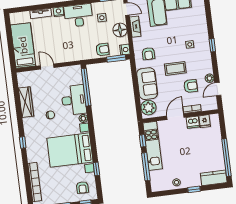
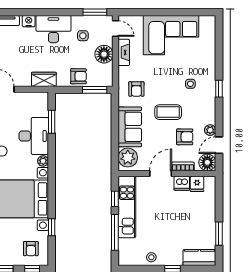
nightstand: (125, 50) -> (107, 80), removed
wardrobe: (76, 55) -> (44, 79), added
window: (86, 87) -> (52, 122), width x0.47
floor lamp: (210, 104) -> (207, 162), added
window: (226, 158) -> (219, 234), width x0.47

